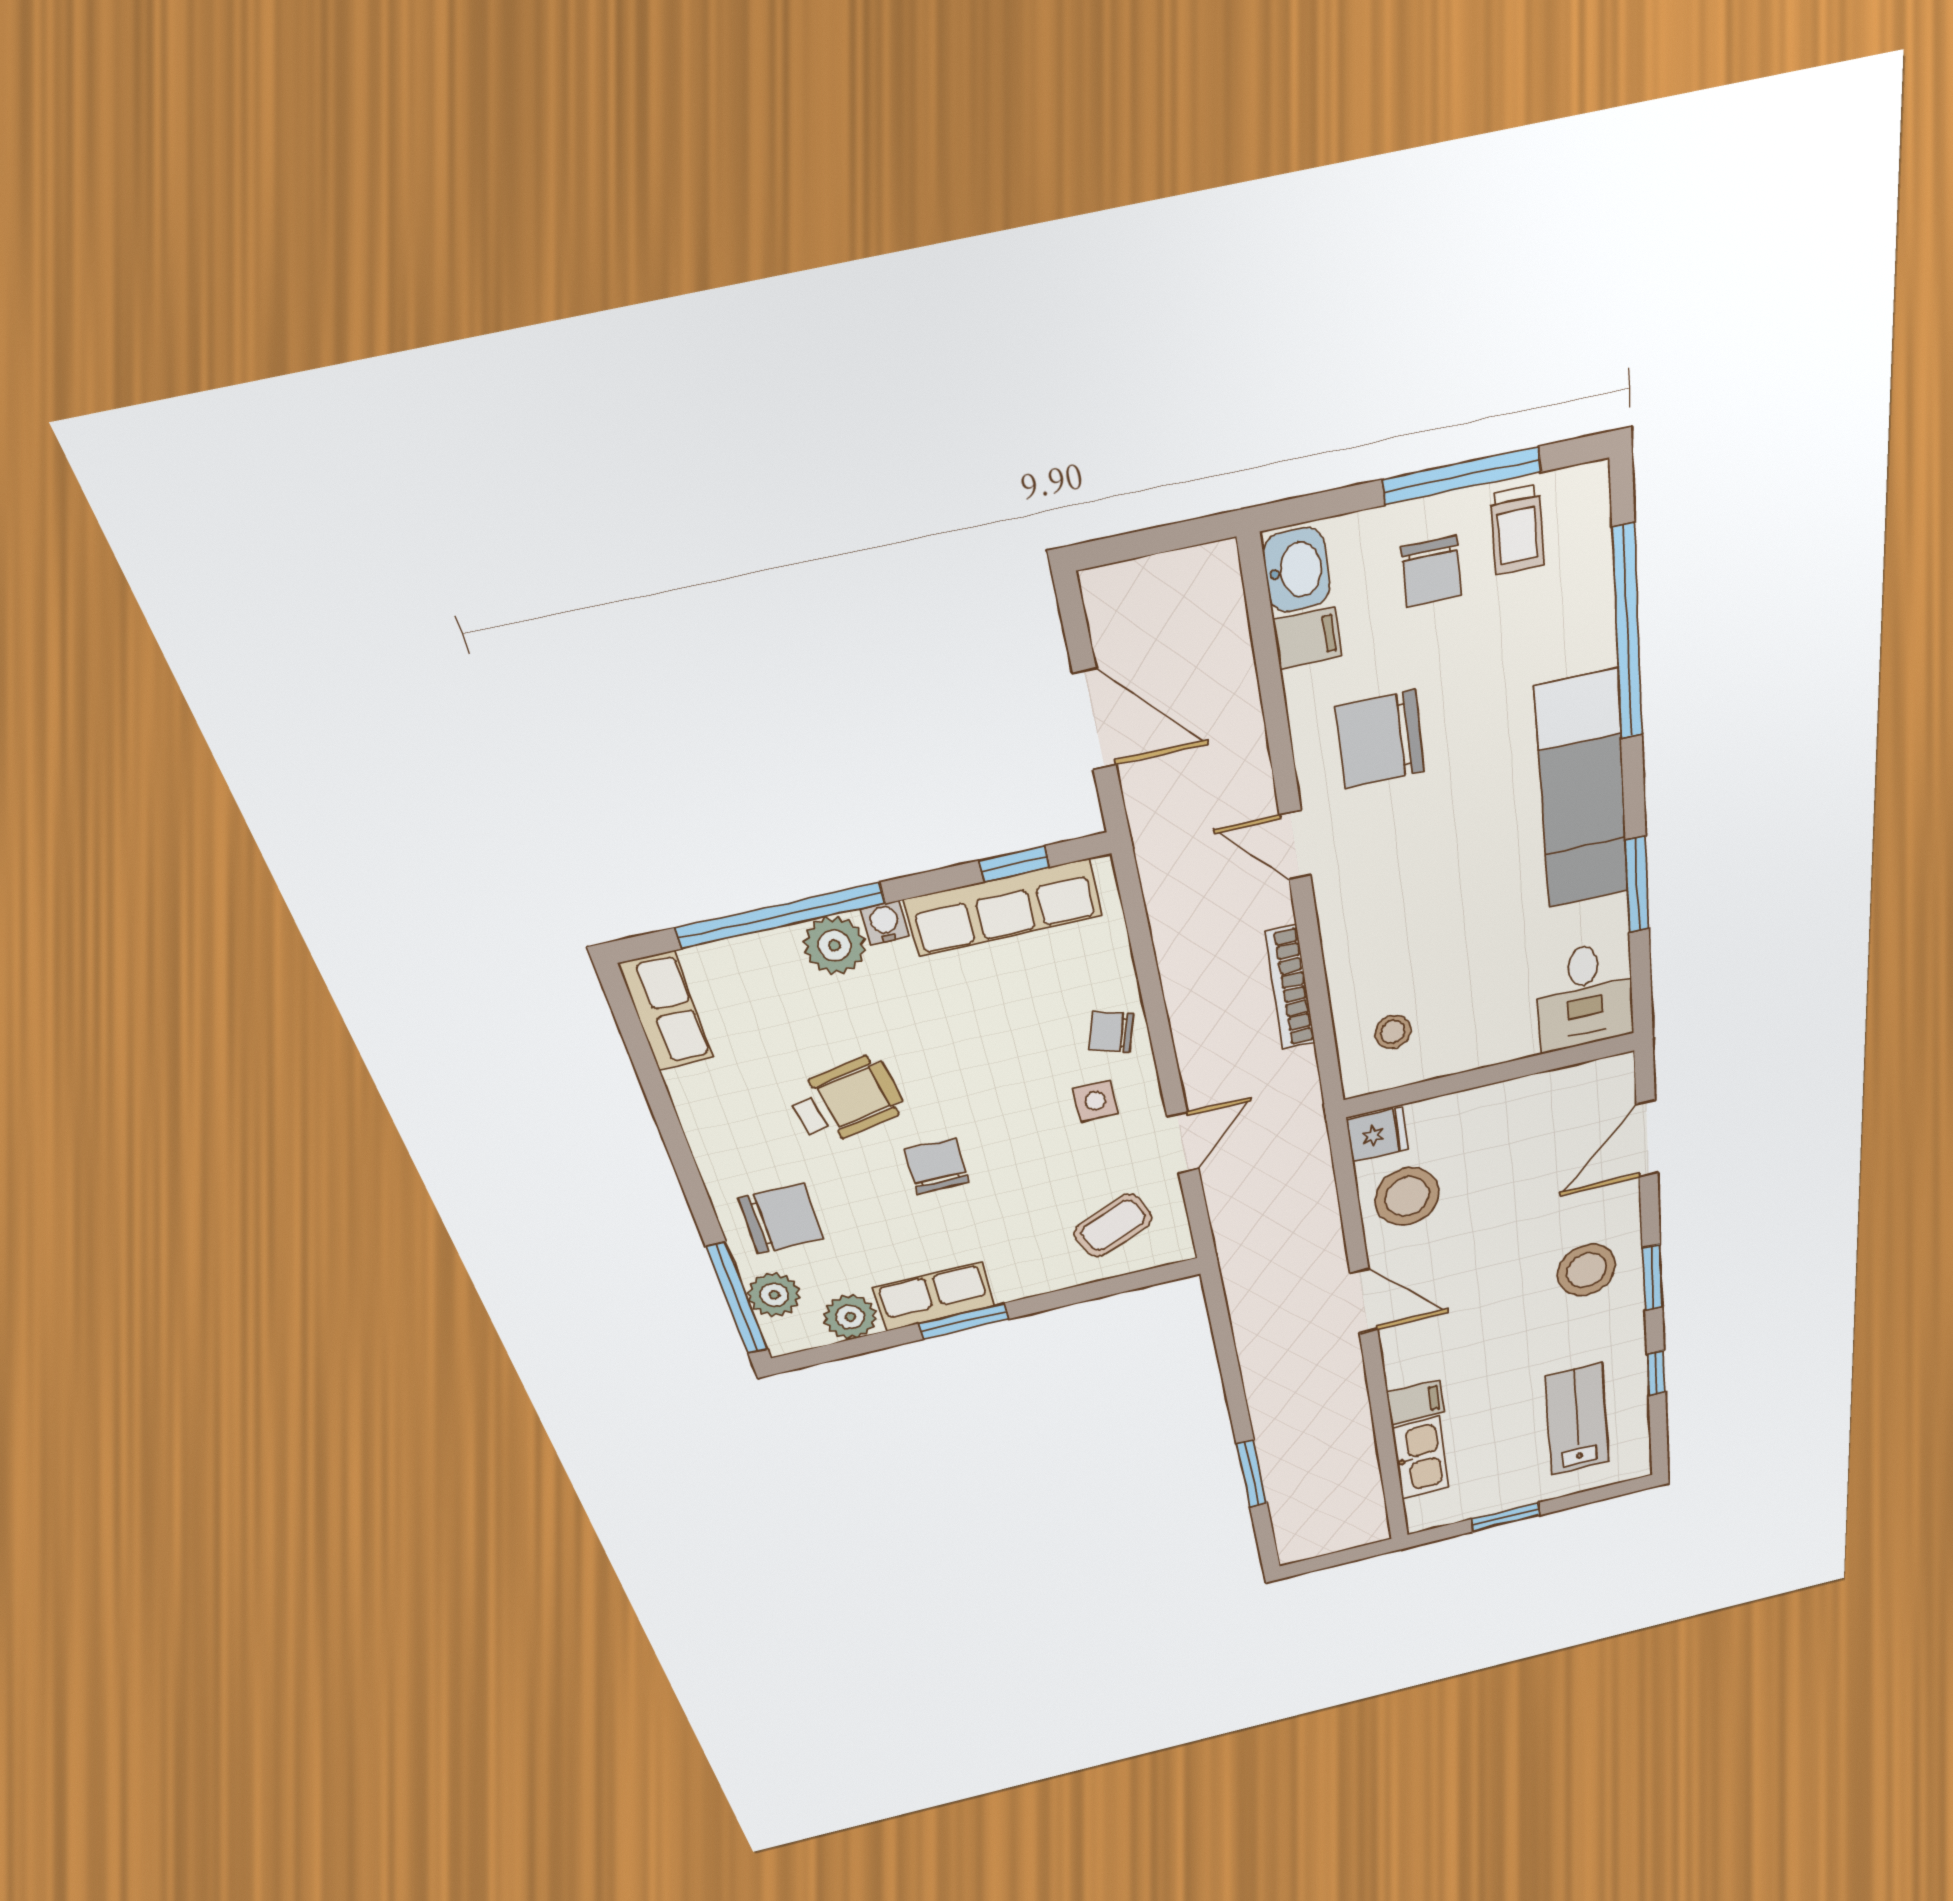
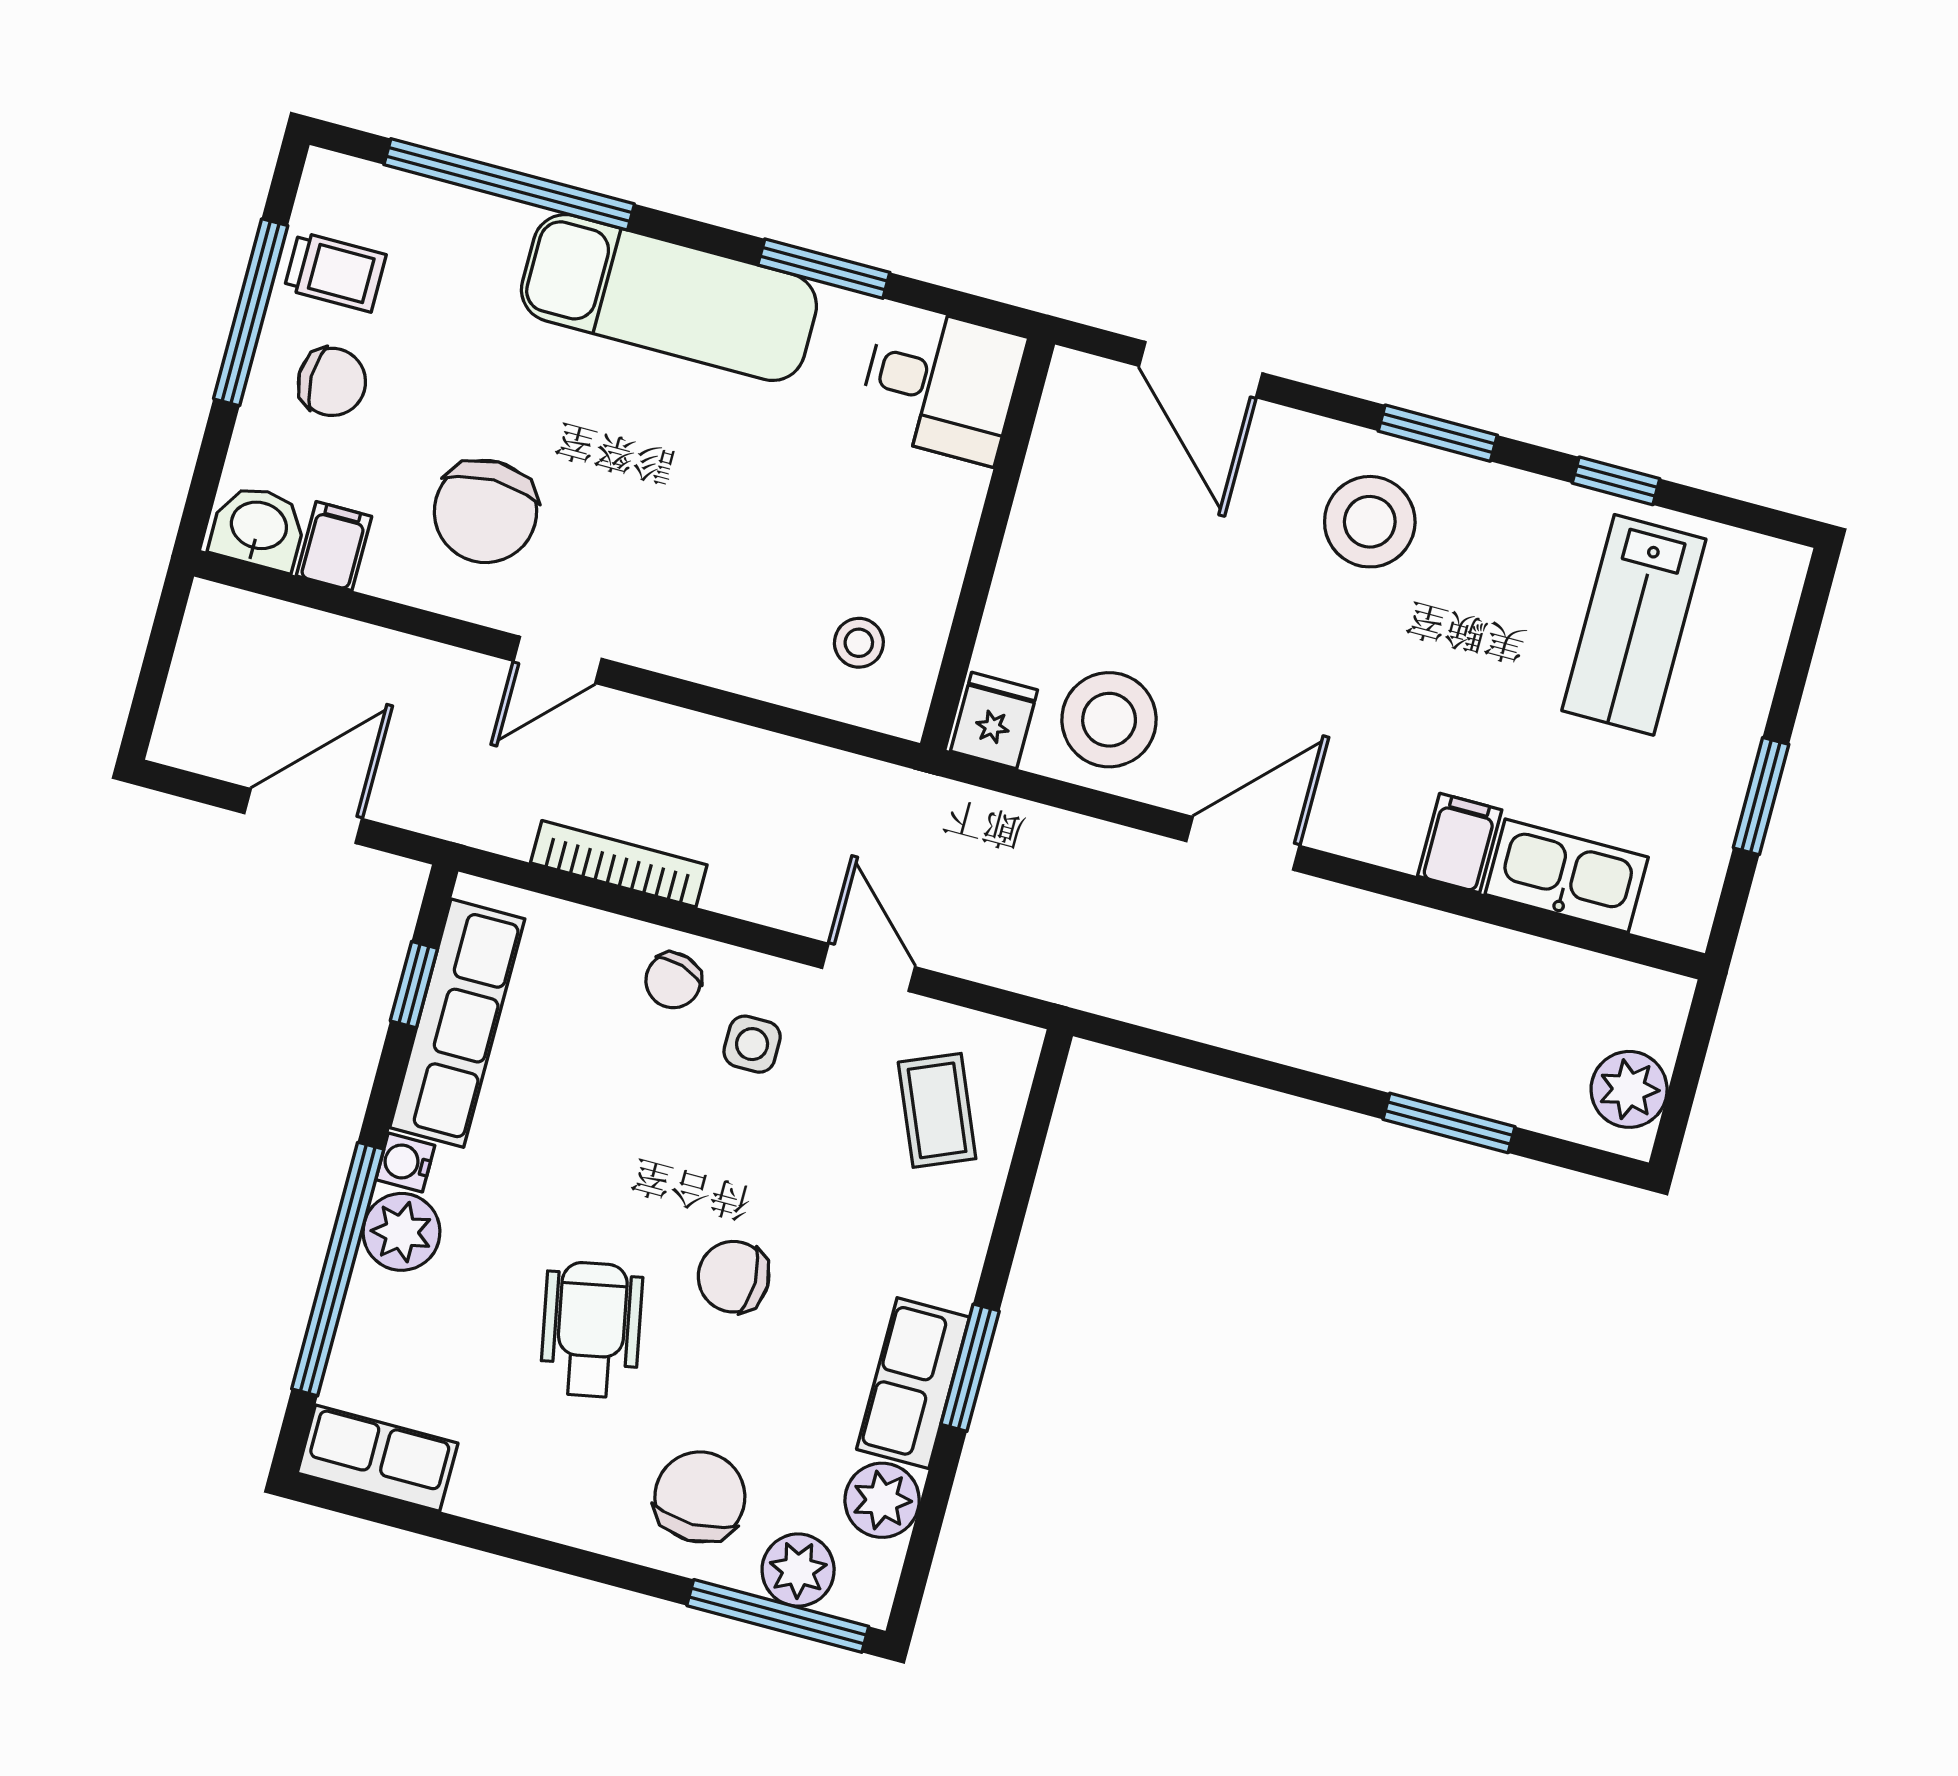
bookcase: (1290, 988) -> (619, 864), moved, turned 180
lab bench: (1577, 1420) -> (1634, 625), turned -90
plant: (1315, 1540) -> (1629, 1089), added

